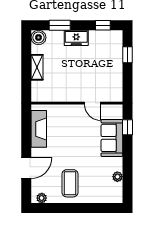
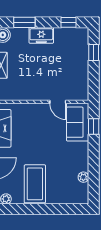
sofa: (112, 138) -> (78, 122), moved
coffee table: (70, 183) -> (35, 184), width x1.36, depth x1.32

